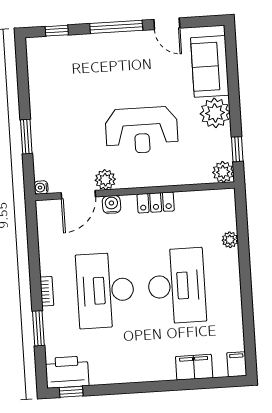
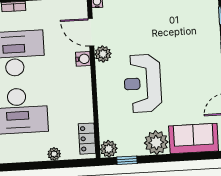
locker: (156, 202) -> (87, 139), moved

